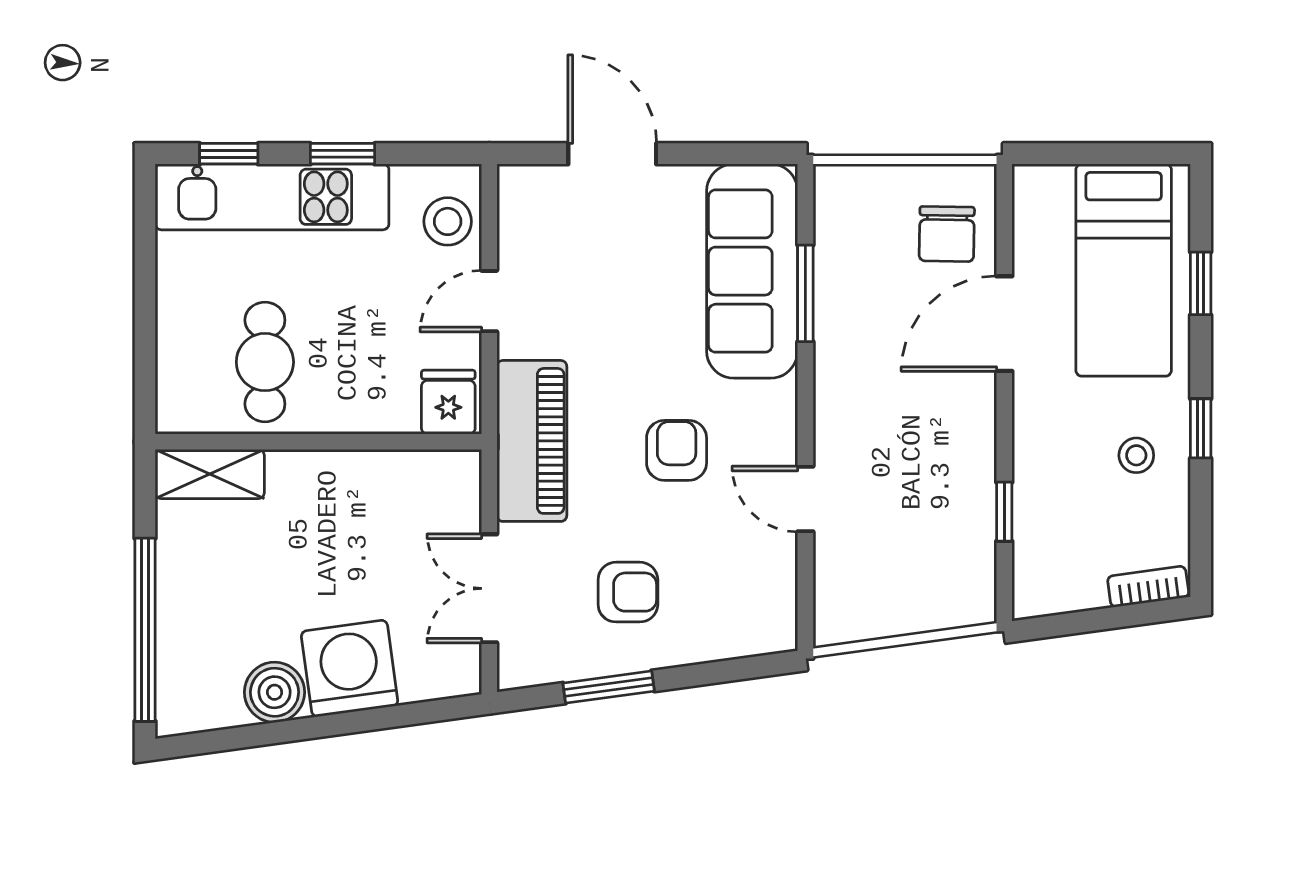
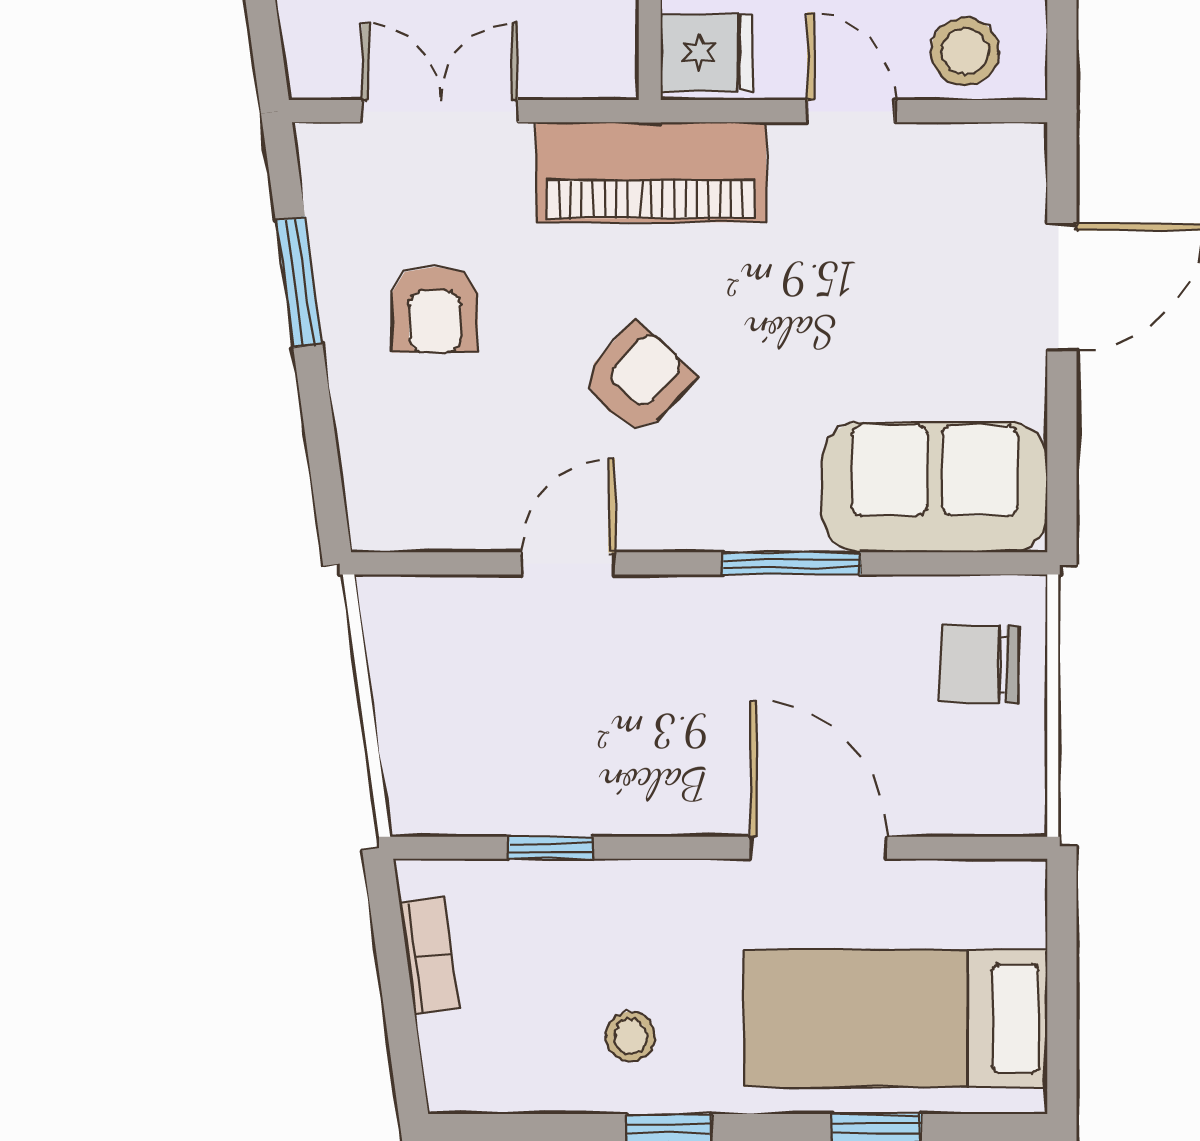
chair: (947, 234) -> (979, 664), moved
sofa: (752, 271) -> (935, 487), width x0.73
window: (805, 293) -> (791, 563), moved
armchair: (677, 450) -> (638, 379), turned -48
bookcase: (1148, 587) -> (429, 956), moved

